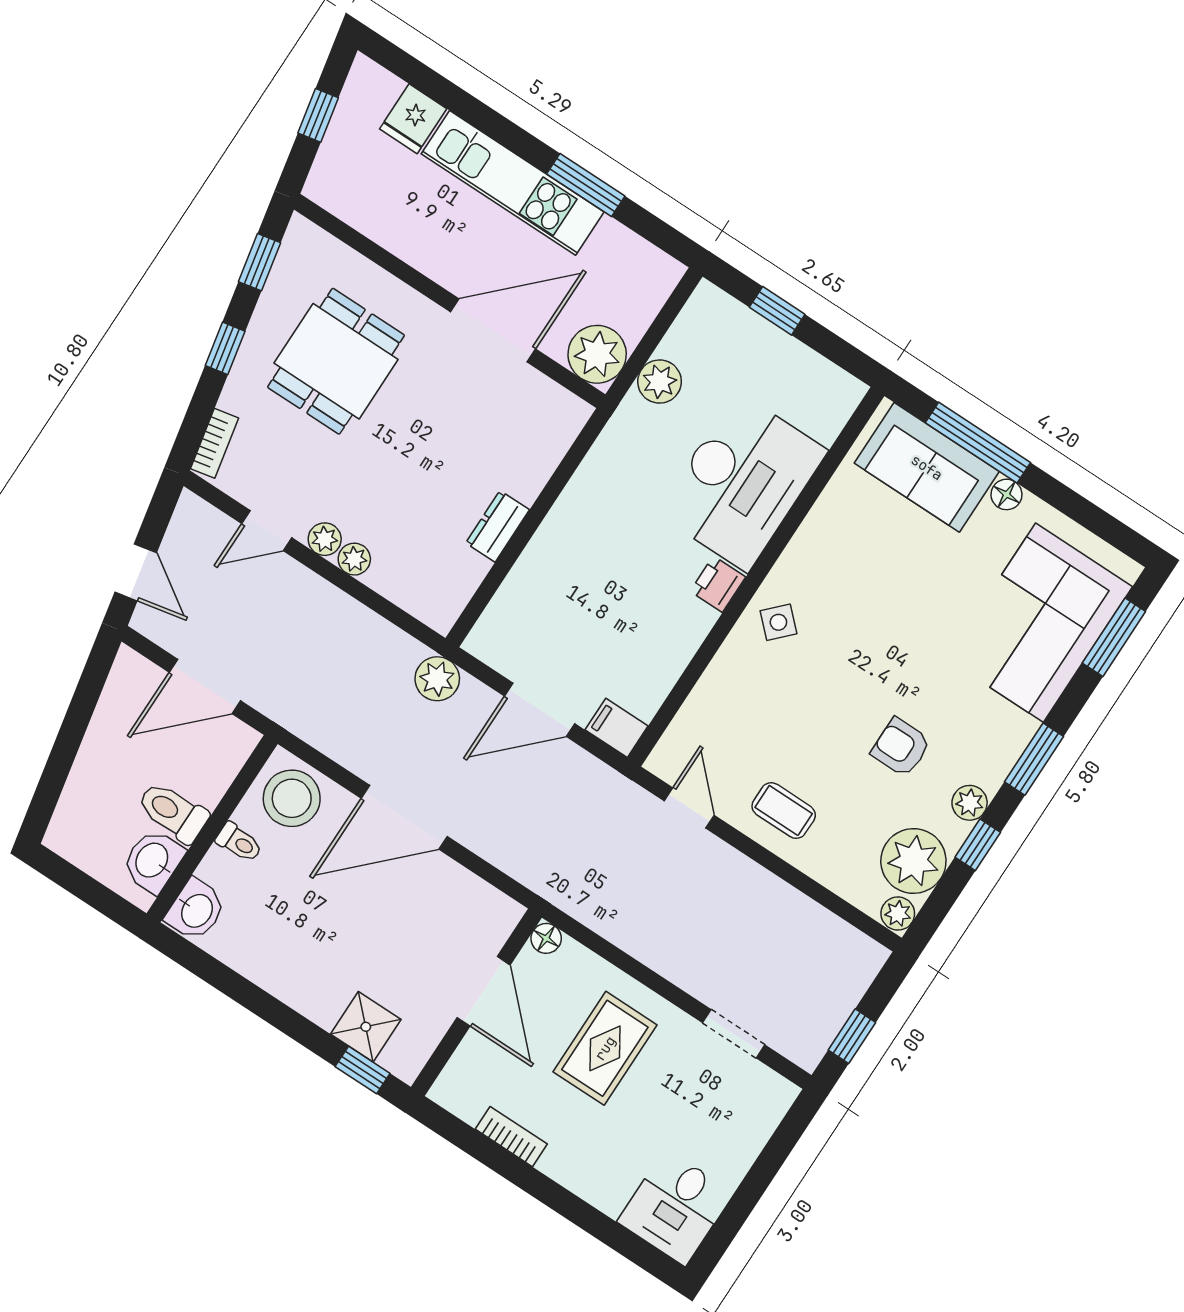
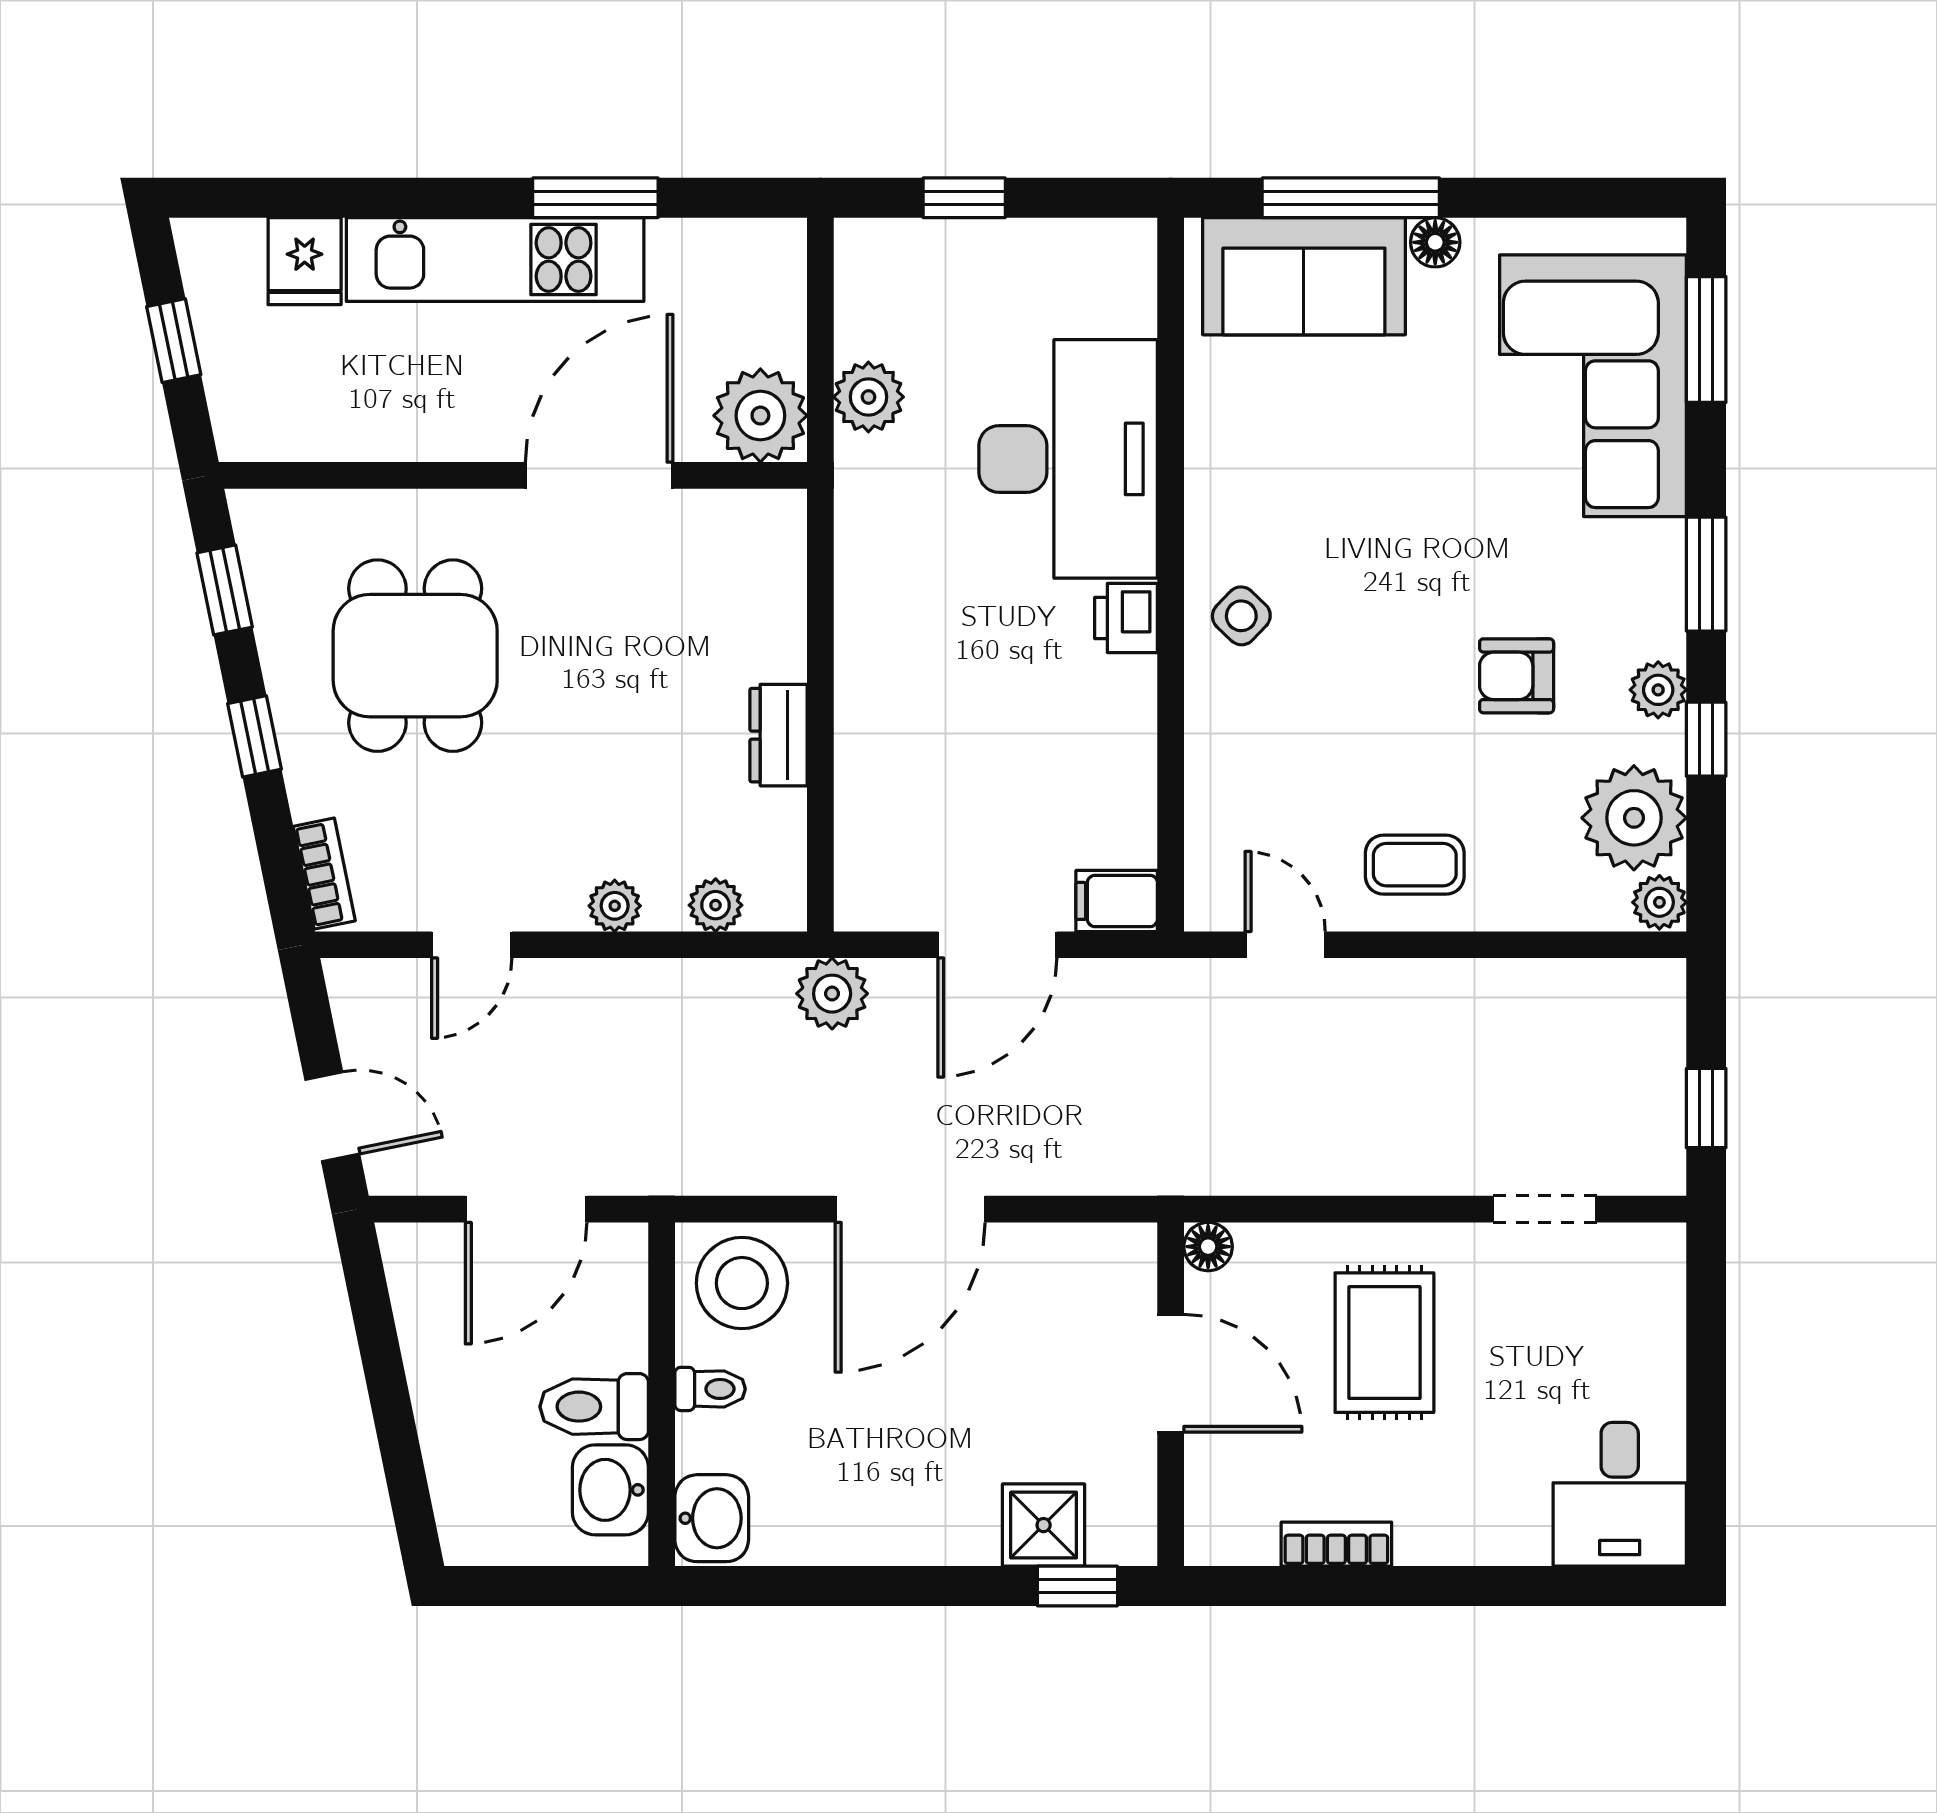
plant: (325, 539) -> (716, 905), moved

